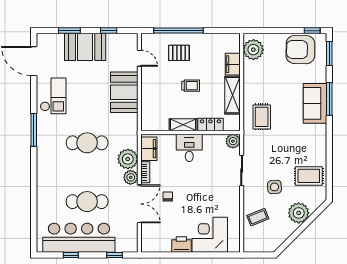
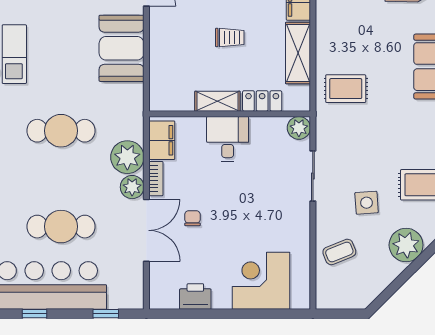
rug: (262, 117) -> (346, 89), turned 90
printer: (181, 244) -> (195, 297), moved

